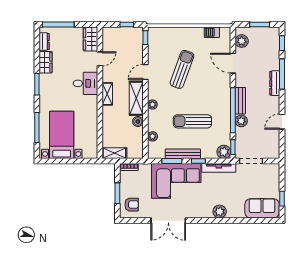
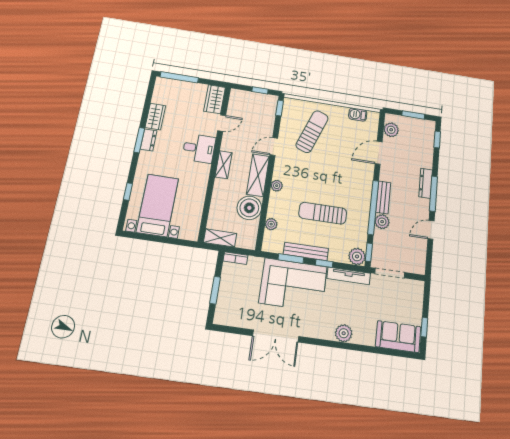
dresser: (44, 42) -> (149, 140), moved
door: (233, 63) -> (379, 153), hinge flipped
sun lounger: (182, 69) -> (312, 132), moved
window: (282, 74) -> (433, 194), moved
boiler: (138, 122) -> (249, 208), width x1.86, depth x1.86
window: (37, 128) -> (128, 192), width x0.46
armchair: (132, 205) -> (231, 308), removed

